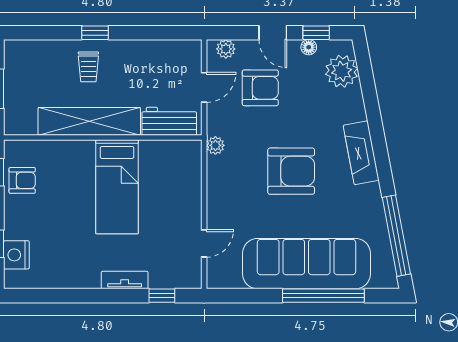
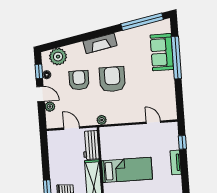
door: (273, 33) -> (40, 94), hinge flipped
plant: (226, 49) -> (50, 107), moved
armchair: (260, 88) -> (79, 80), moved
sofa: (306, 264) -> (162, 52), width x0.54, depth x0.79

